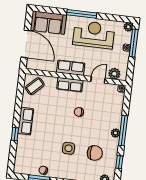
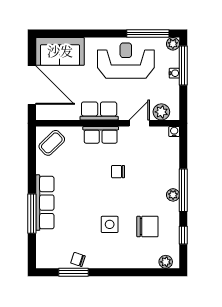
window: (82, 14) -> (148, 34), moved
row of seats: (26, 121) -> (45, 203), width x1.48
window: (15, 134) -> (32, 214), width x2.17

